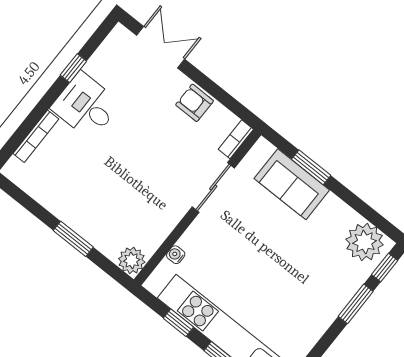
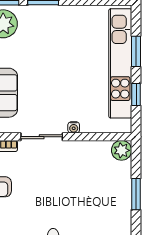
water cooler: (176, 255) -> (74, 127), moved

